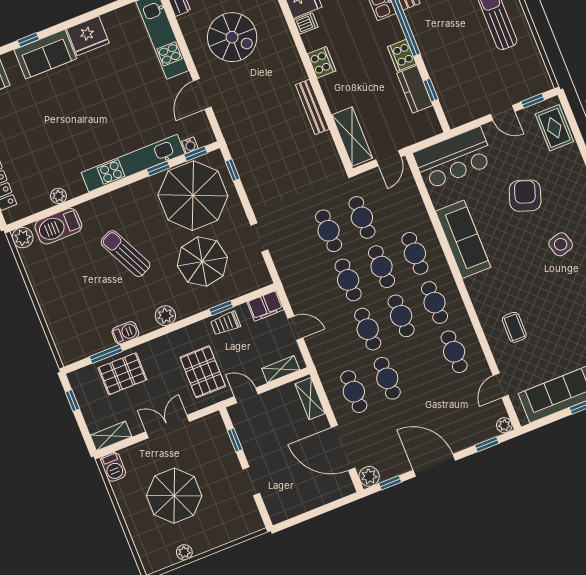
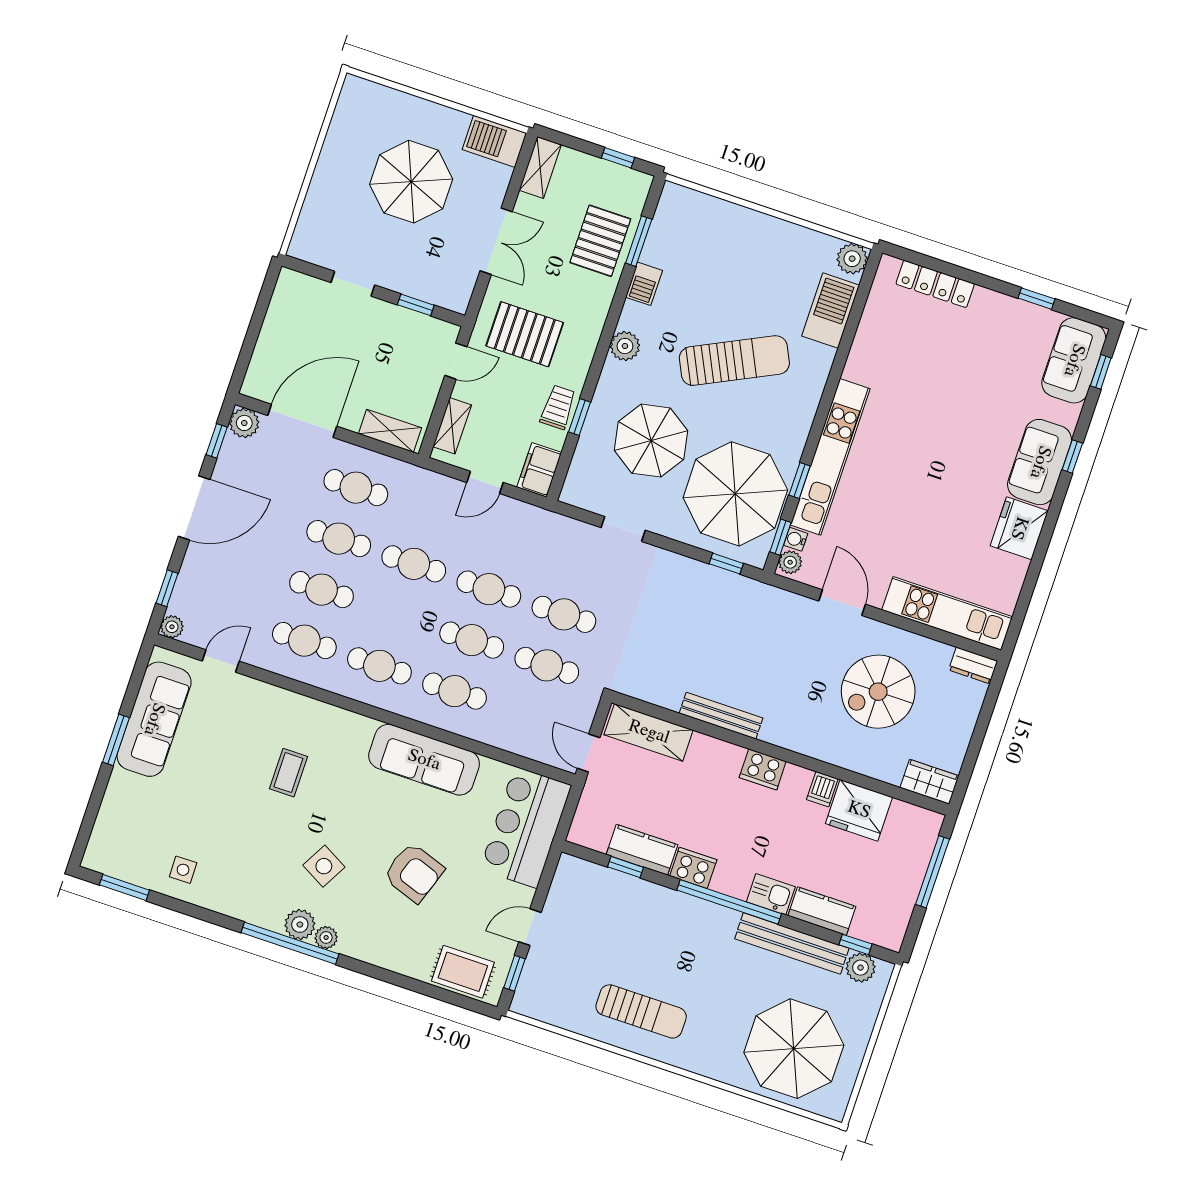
plant: (58, 196) -> (790, 562), moved
side table: (561, 244) -> (324, 866), turned 45
sun lounger: (125, 254) -> (734, 361), width x1.36, depth x1.34
cafe table: (401, 316) -> (322, 590), moved
coffee table: (514, 327) -> (288, 773), moved, turned 90
door: (501, 385) -> (221, 661), hinge flipped
barbecue: (113, 467) -> (494, 141), width x1.38, depth x1.27
plant: (184, 552) -> (337, 139), removed

